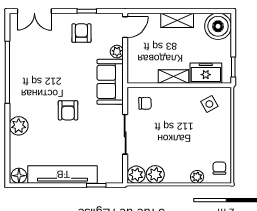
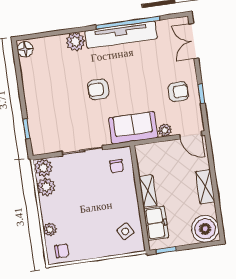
tv unit: (63, 174) -> (121, 35), moved, turned 90

